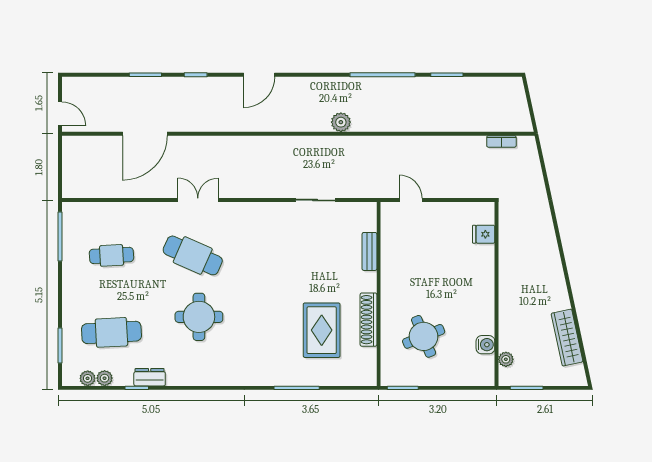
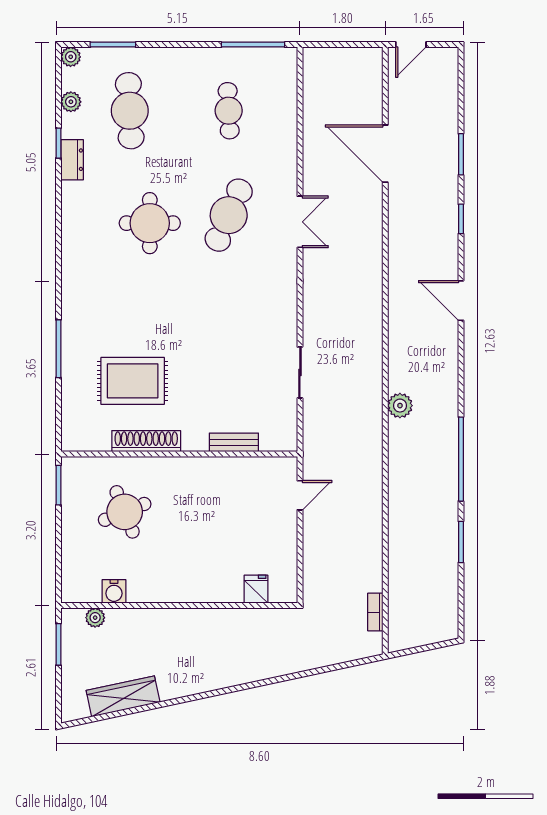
plant: (88, 378) -> (71, 57), moved

